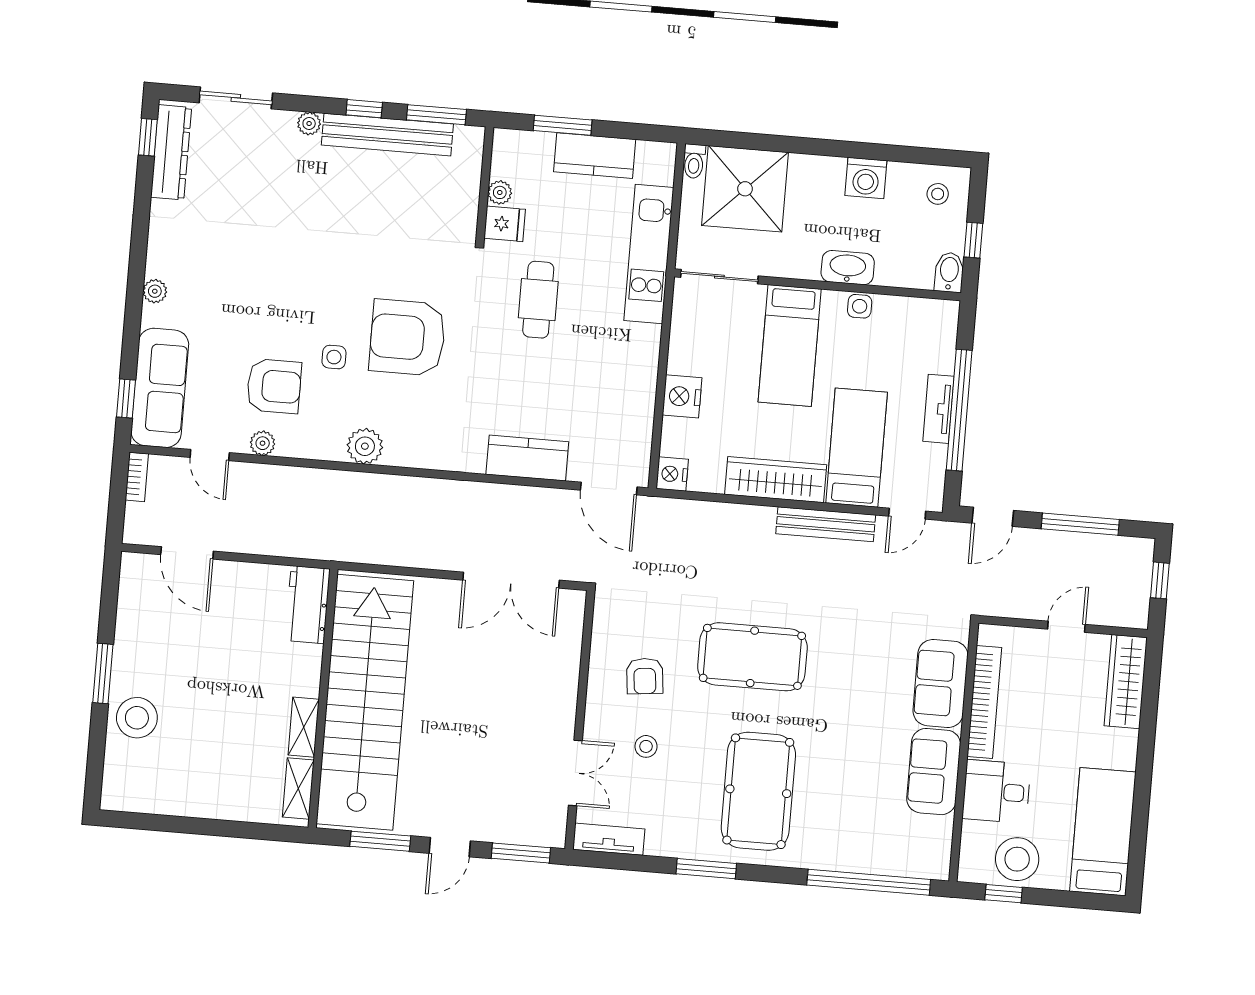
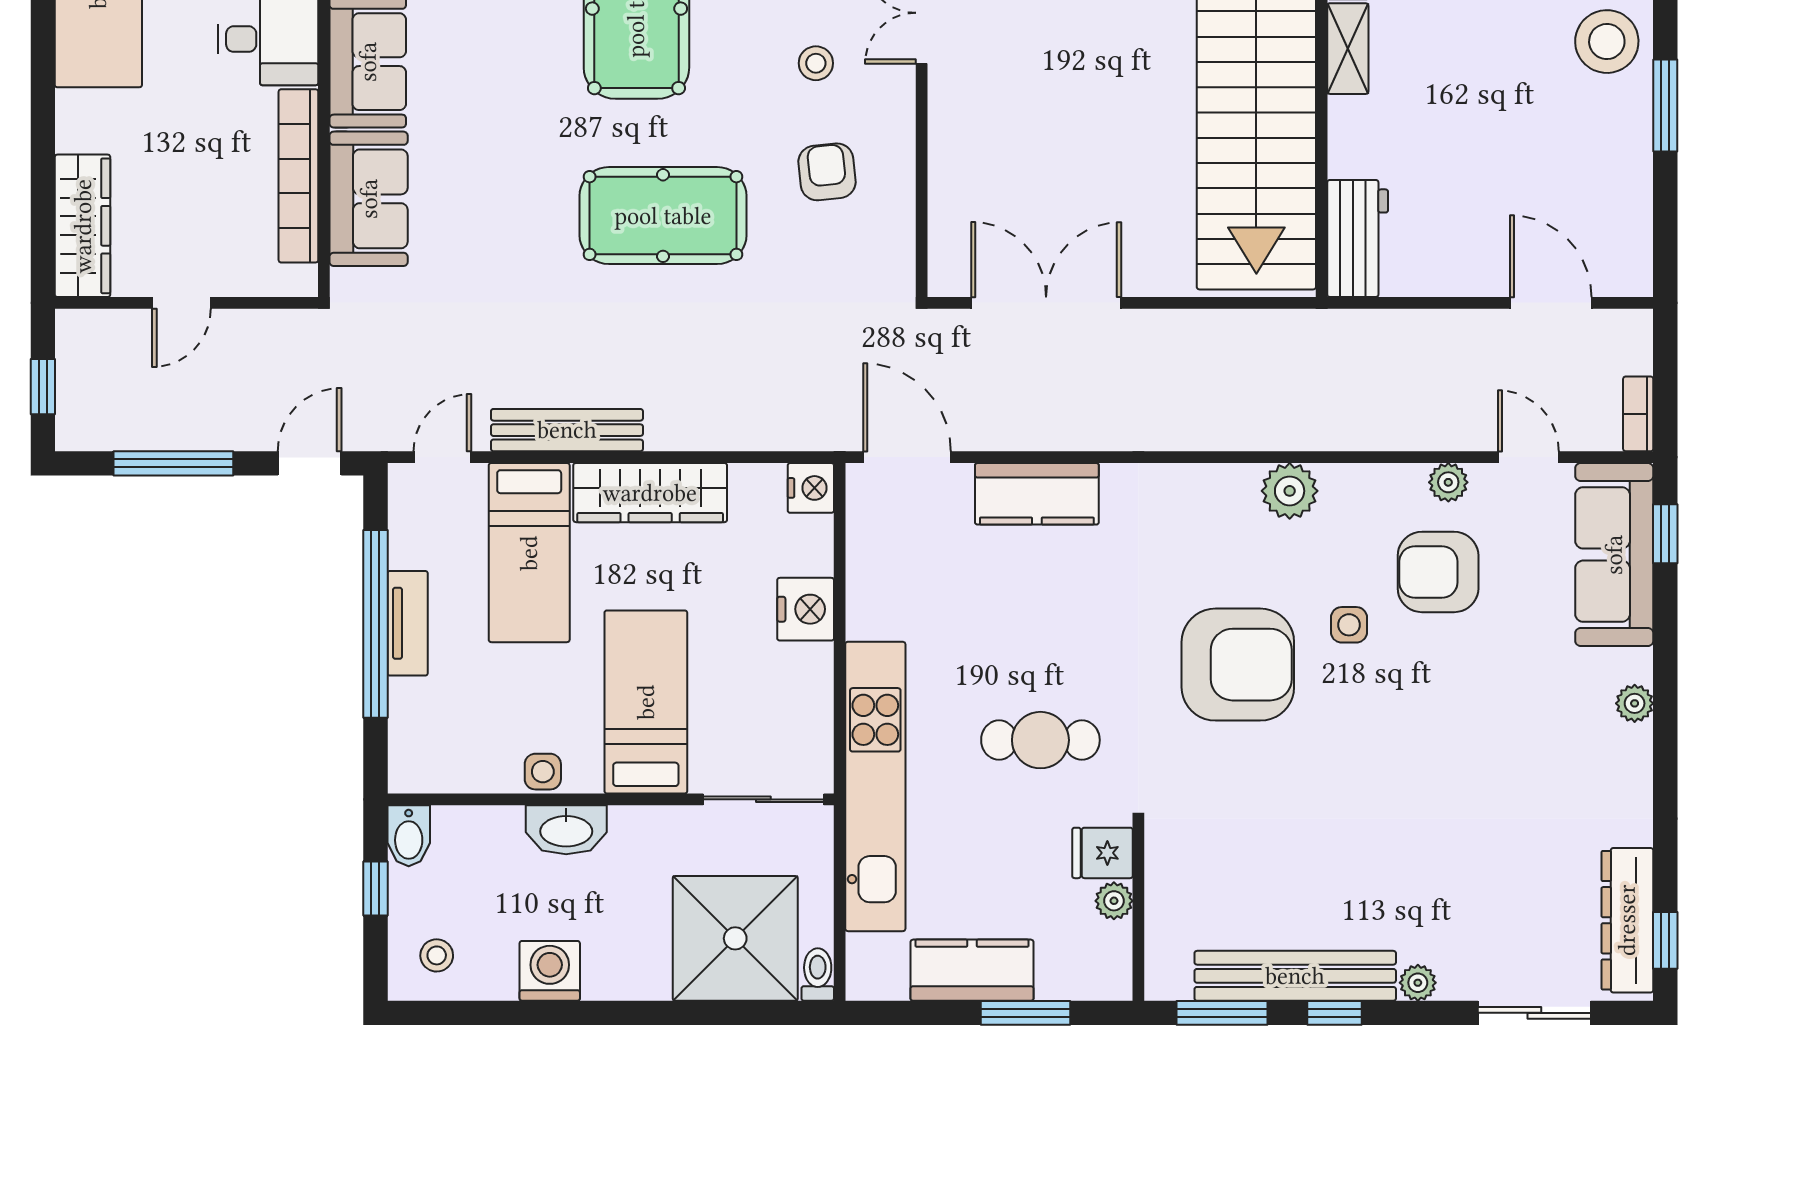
kitchen unit: (649, 254) -> (875, 786), width x1.36
cafe table: (538, 300) -> (1040, 740), turned 90

